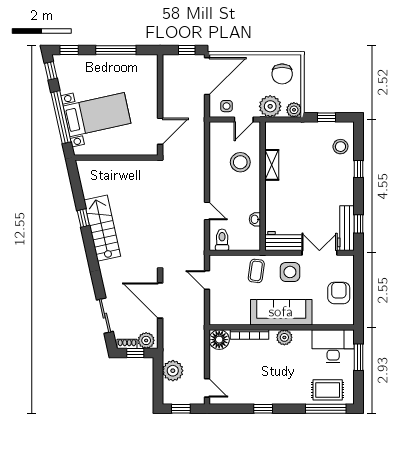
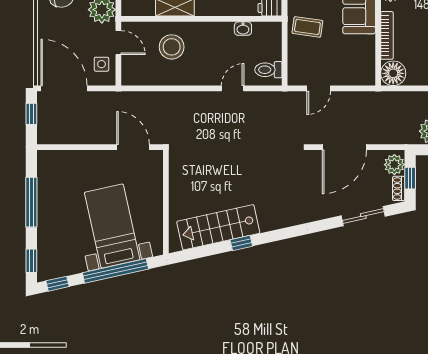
stairs: (102, 228) -> (218, 227), moved

